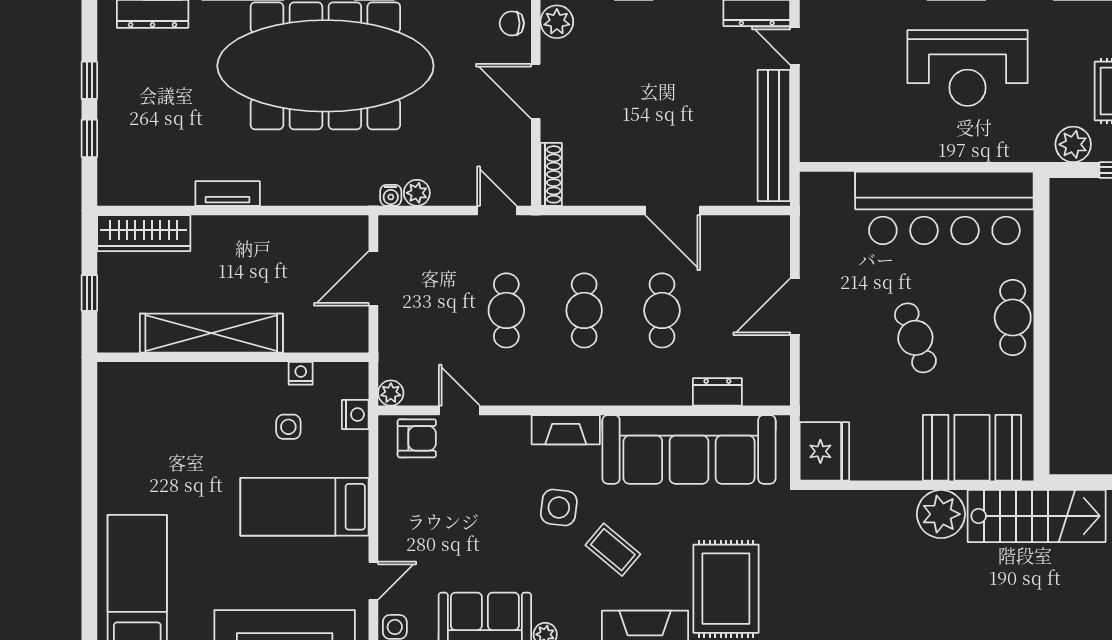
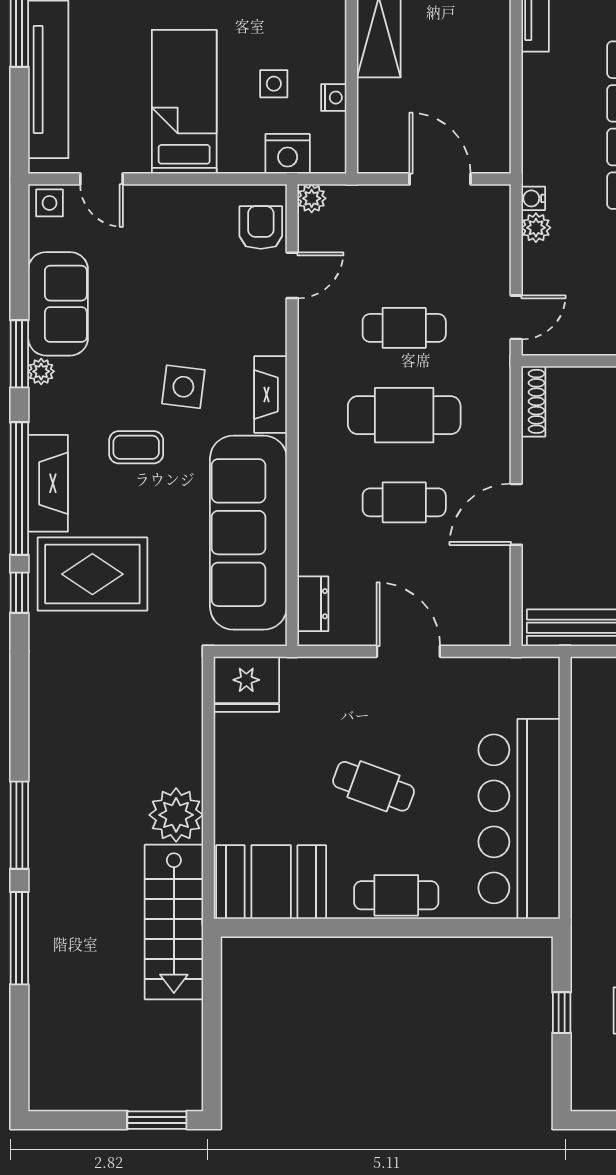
plant: (1073, 144) -> (590, 963), removed
shoe rack: (551, 174) -> (533, 401), moved, turned -90
cafe table: (584, 310) -> (404, 415), width x1.37, depth x1.35
cafe table: (915, 338) -> (374, 786), turned 40
dresser: (717, 392) -> (313, 604), moved
nightstand: (355, 415) -> (288, 154), width x1.36, depth x1.33
armchair: (417, 438) -> (261, 228), turned 180
booth: (972, 448) -> (271, 882), moved, turned 90
coffee table: (613, 550) -> (136, 447), turned 50

